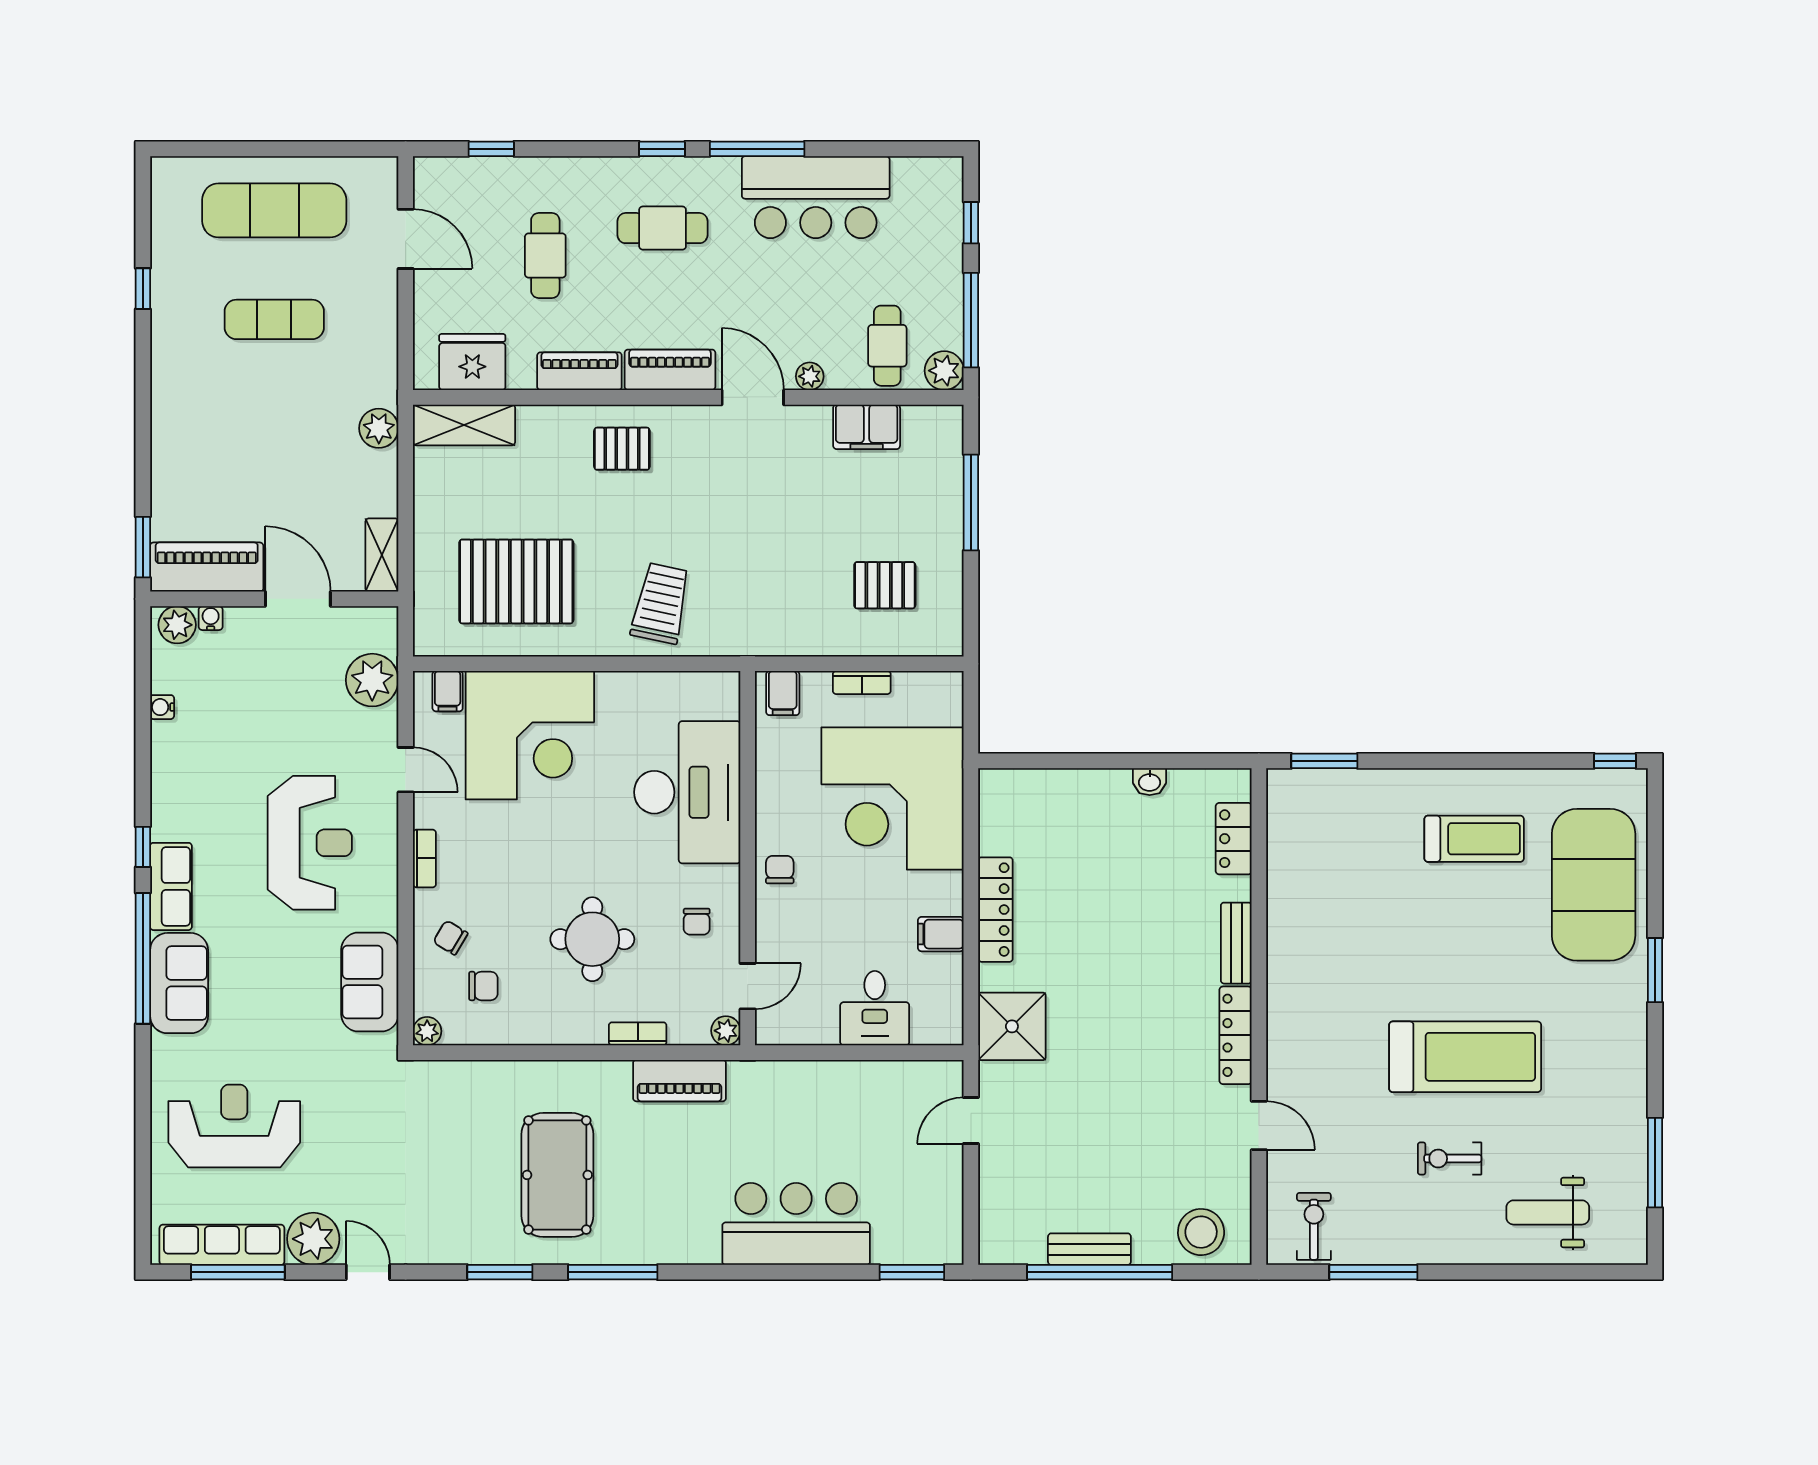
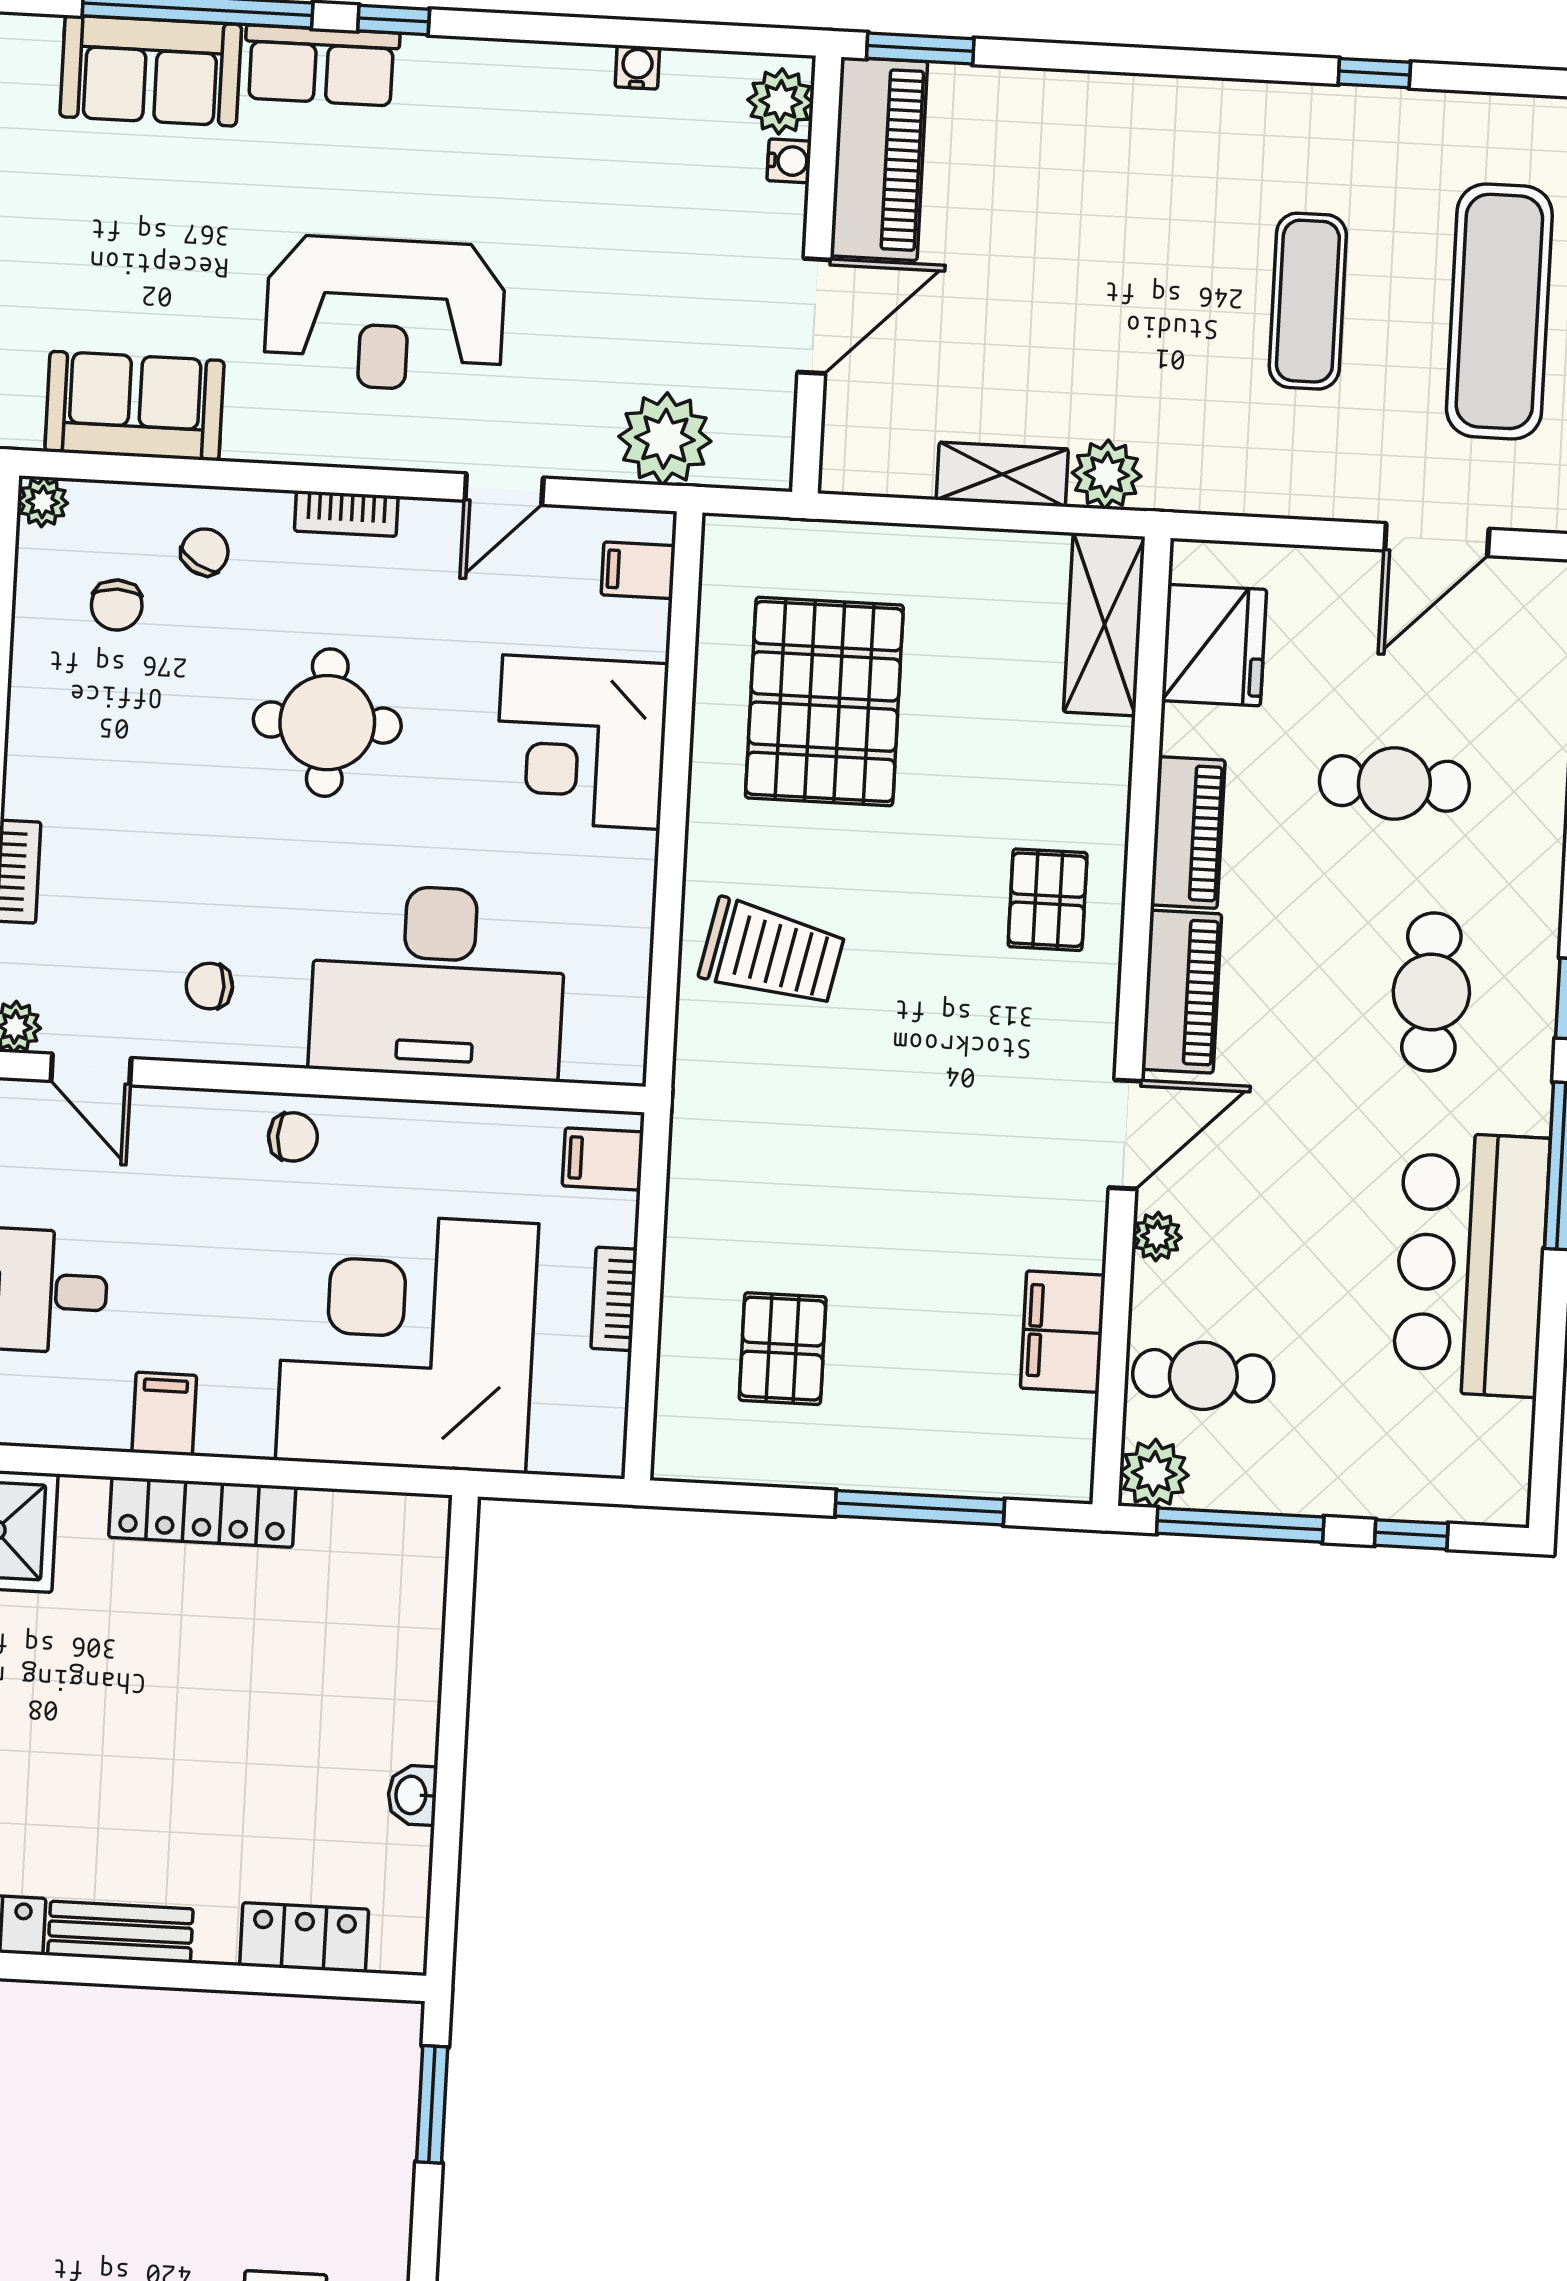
shelving: (382, 555) -> (1002, 474), moved
corner desk: (530, 735) -> (581, 742), width x0.74, depth x0.74
round table: (592, 939) -> (327, 723), moved

